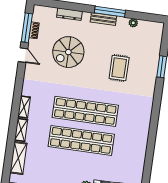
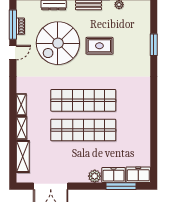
spiral stairs: (68, 52) -> (58, 43), width x1.37, depth x1.37
door: (23, 55) -> (13, 53), hinge flipped
rug: (119, 68) -> (99, 46), moved, turned 90

